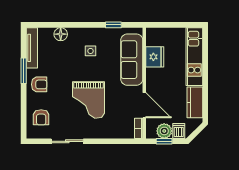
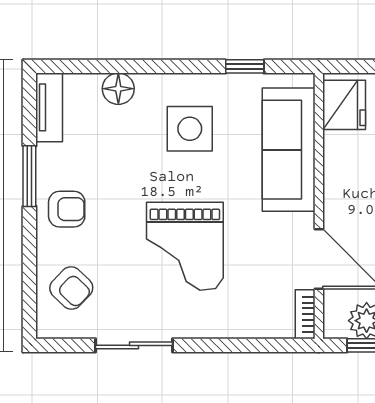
tv unit: (32, 48) -> (49, 107), width x0.71
side table: (91, 51) -> (190, 129), width x1.87, depth x1.87
fridge: (155, 57) -> (344, 105), moved
armchair: (41, 117) -> (71, 288), turned -46

